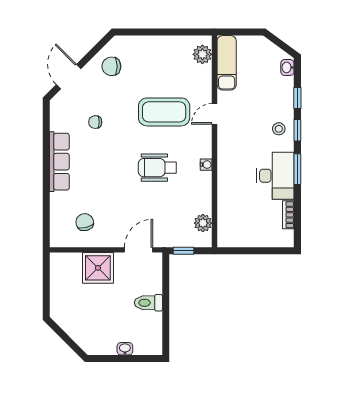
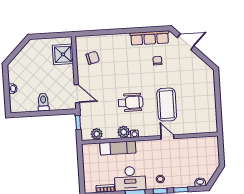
plant: (202, 54) -> (124, 132), moved
exam couch: (227, 63) -> (118, 148), moved
chair: (111, 66) -> (194, 69), removed
row of seats: (59, 162) -> (150, 38), moved
wheelchair: (157, 168) -> (131, 102), turned 90
shower: (98, 268) -> (63, 54), moved

